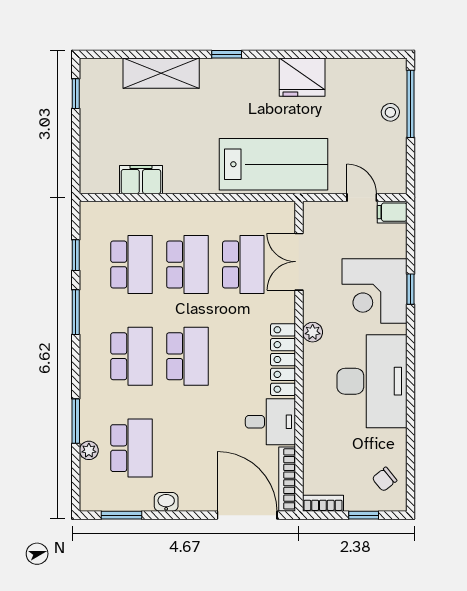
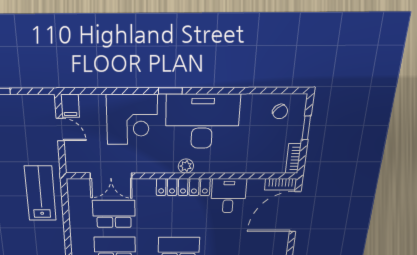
lab bench: (273, 164) -> (40, 193), width x0.73, depth x0.72
door: (362, 197) -> (60, 130), swing flipped
window: (411, 289) -> (170, 91), moved
plant: (313, 332) -> (186, 166), moved
bookcase: (287, 479) -> (280, 184), width x0.64

